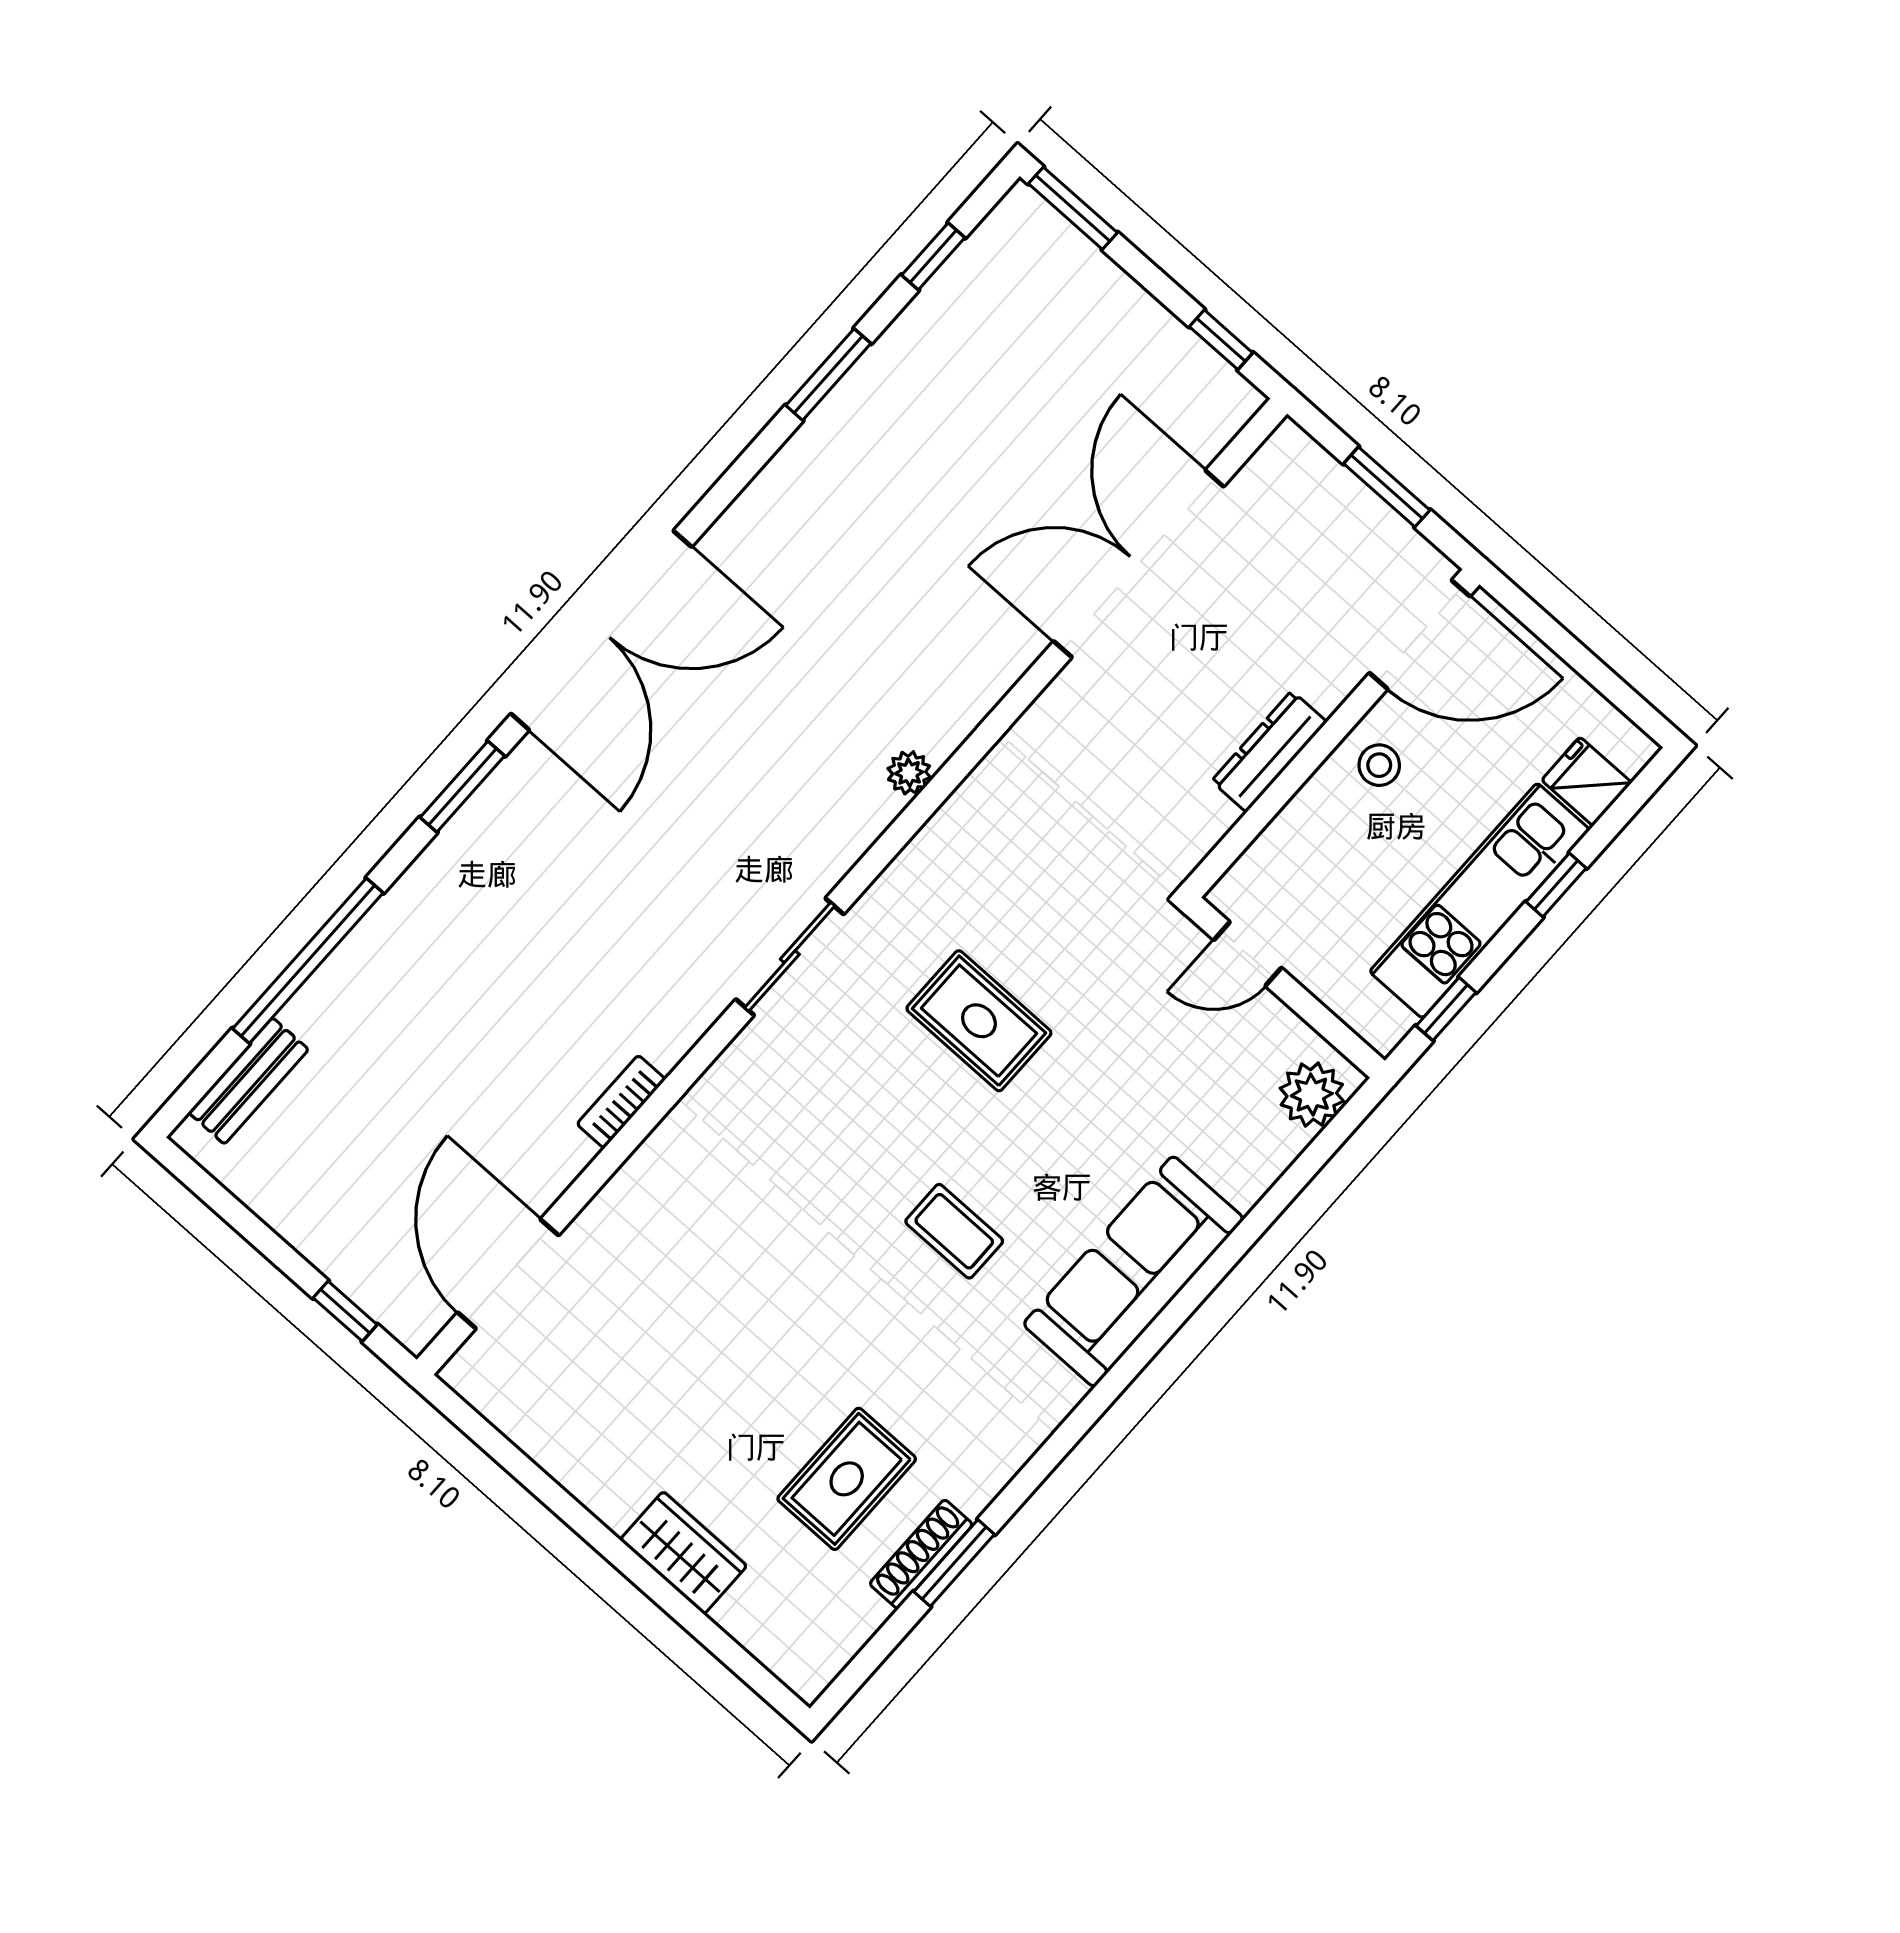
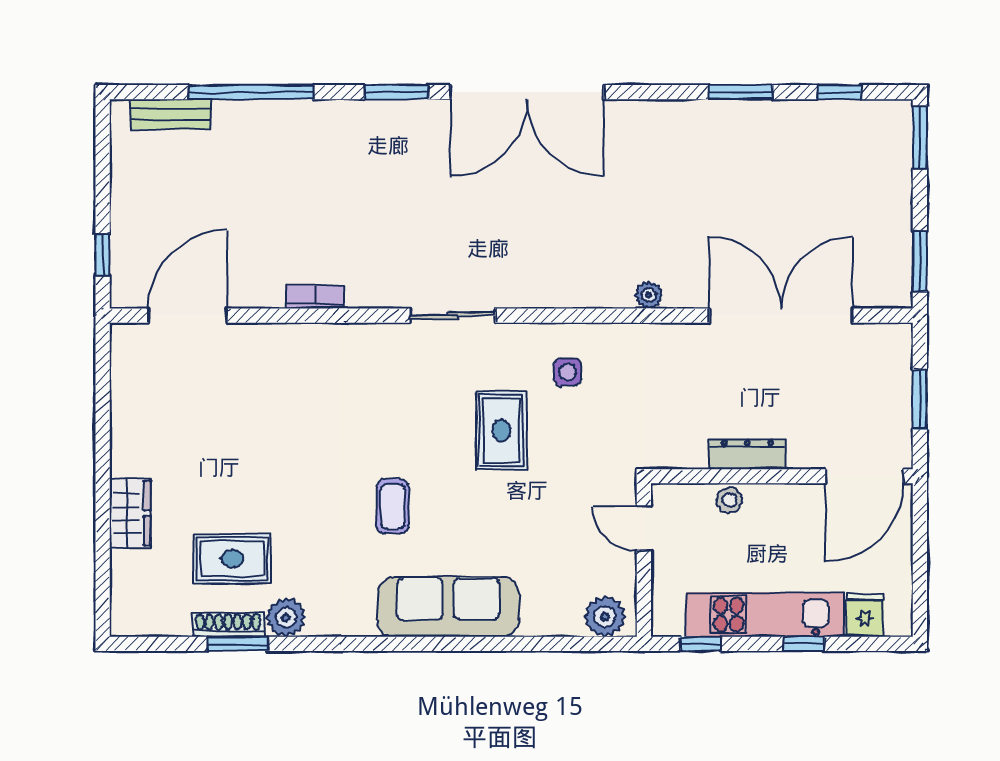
window: (1221, 340) -> (920, 261), width x1.50
door: (1420, 635) -> (864, 476), hinge flipped
stool: (1379, 765) -> (729, 500), moved
plant: (909, 773) -> (649, 295), moved
side table: (979, 879) -> (568, 372), added
plant: (974, 1477) -> (286, 617), added

